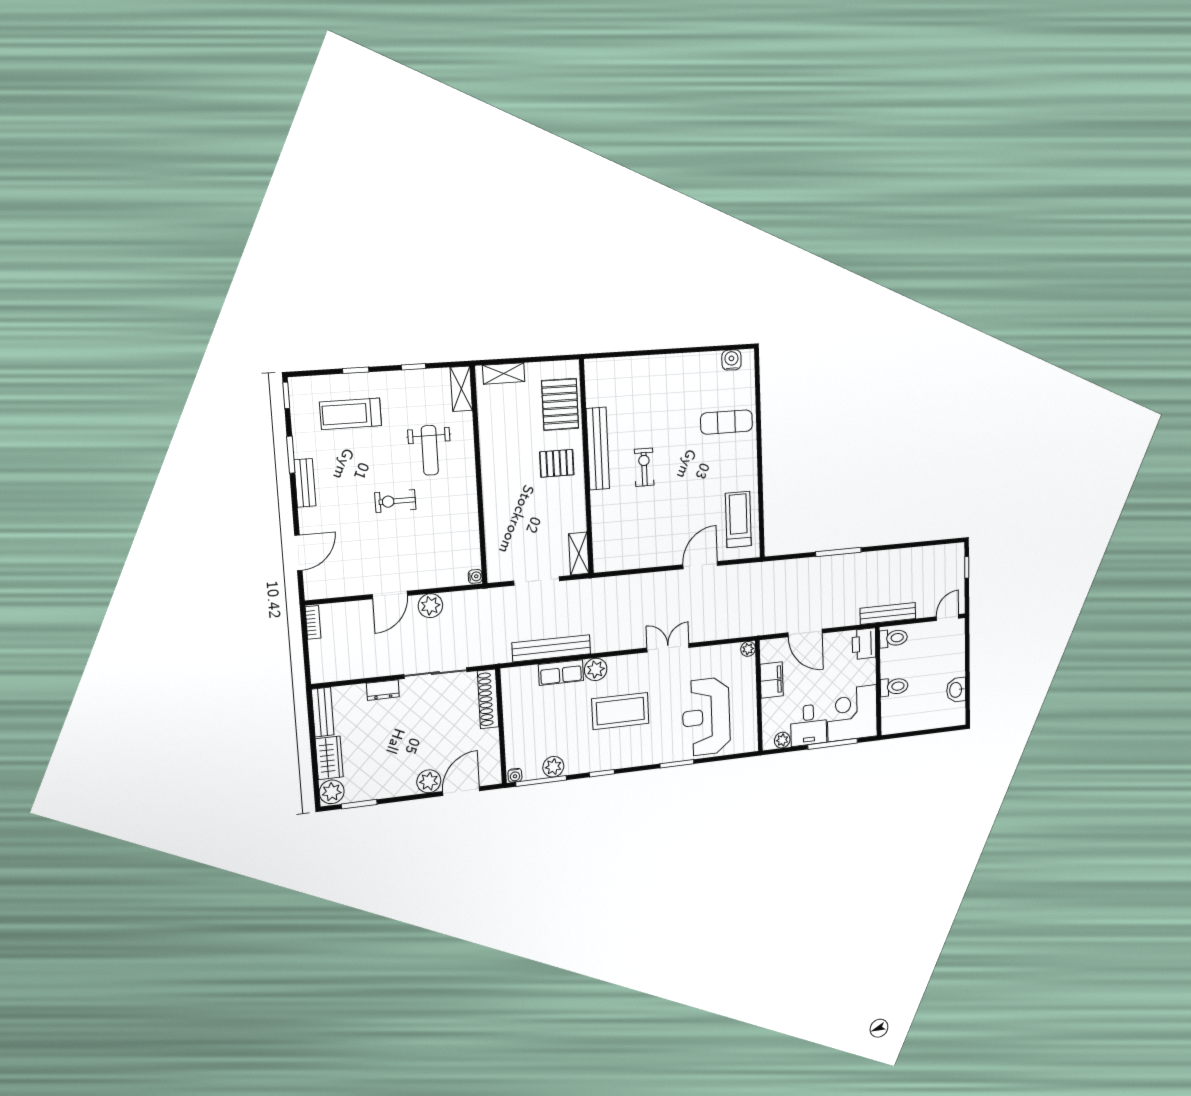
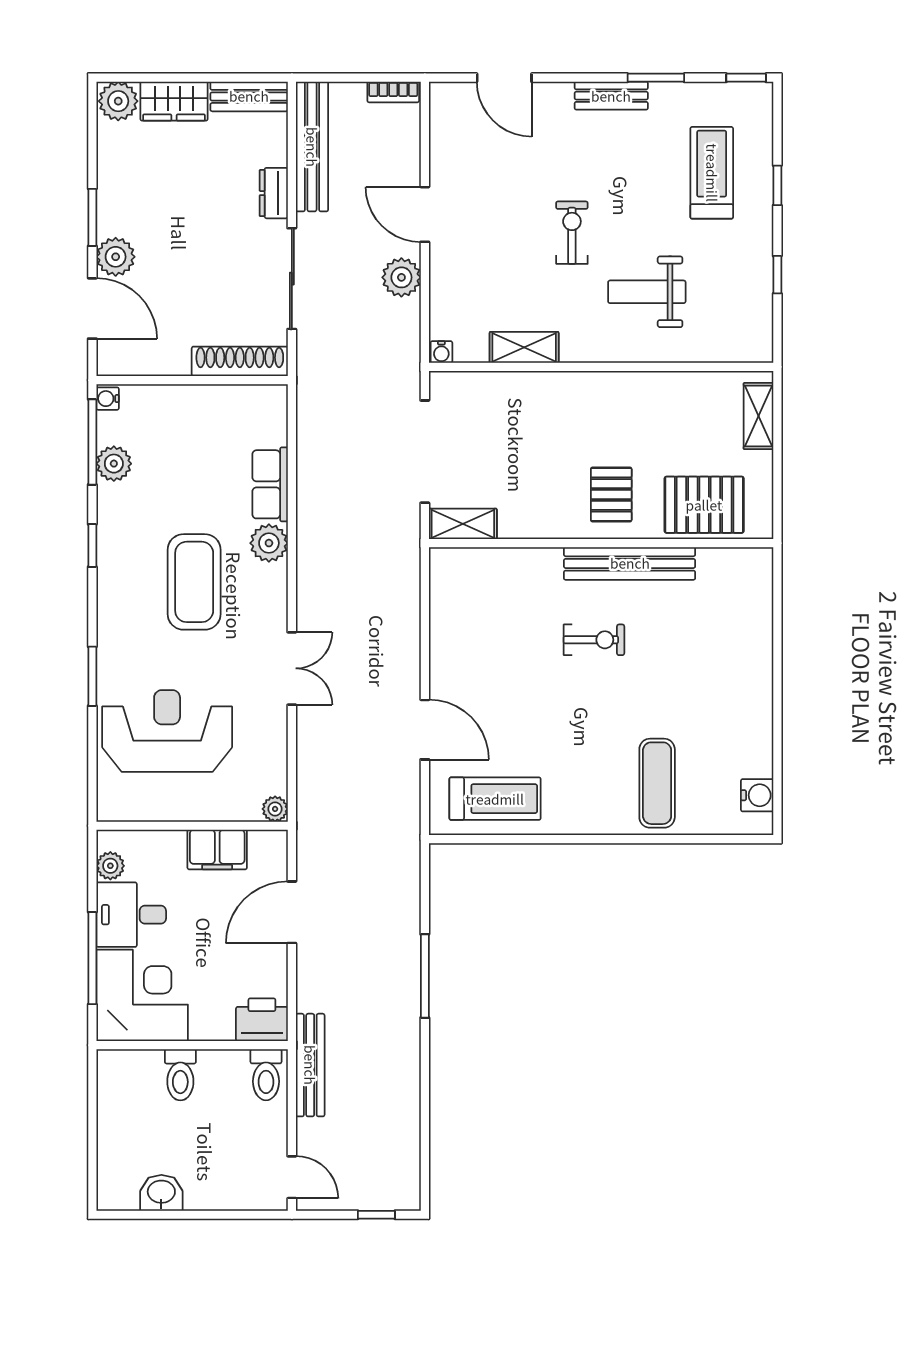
shelving: (461, 389) -> (524, 347), moved
doorway: (537, 581) -> (425, 452), width x1.36
bench: (551, 648) -> (312, 147), moved
window: (359, 804) -> (92, 217), moved

